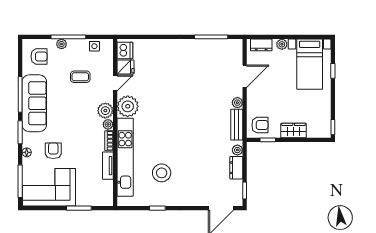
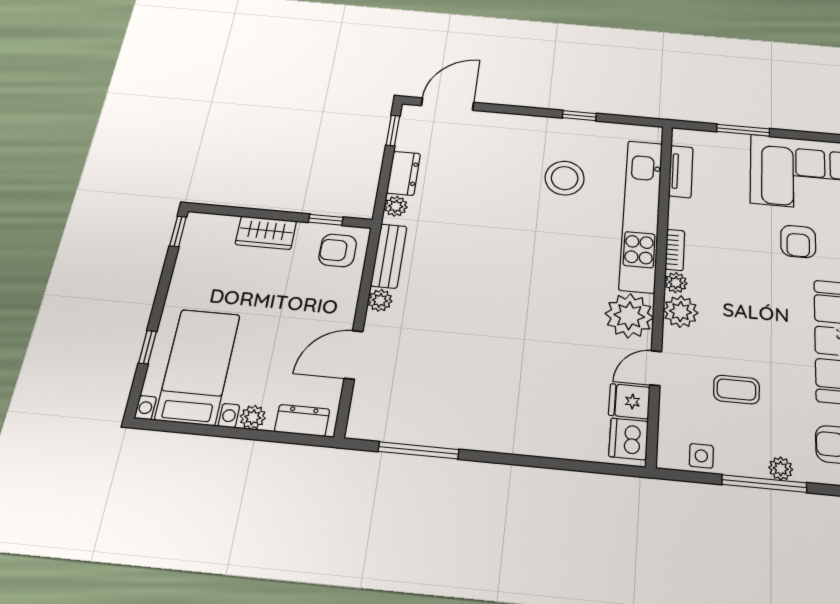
tv unit: (108, 166) -> (681, 171), moved

